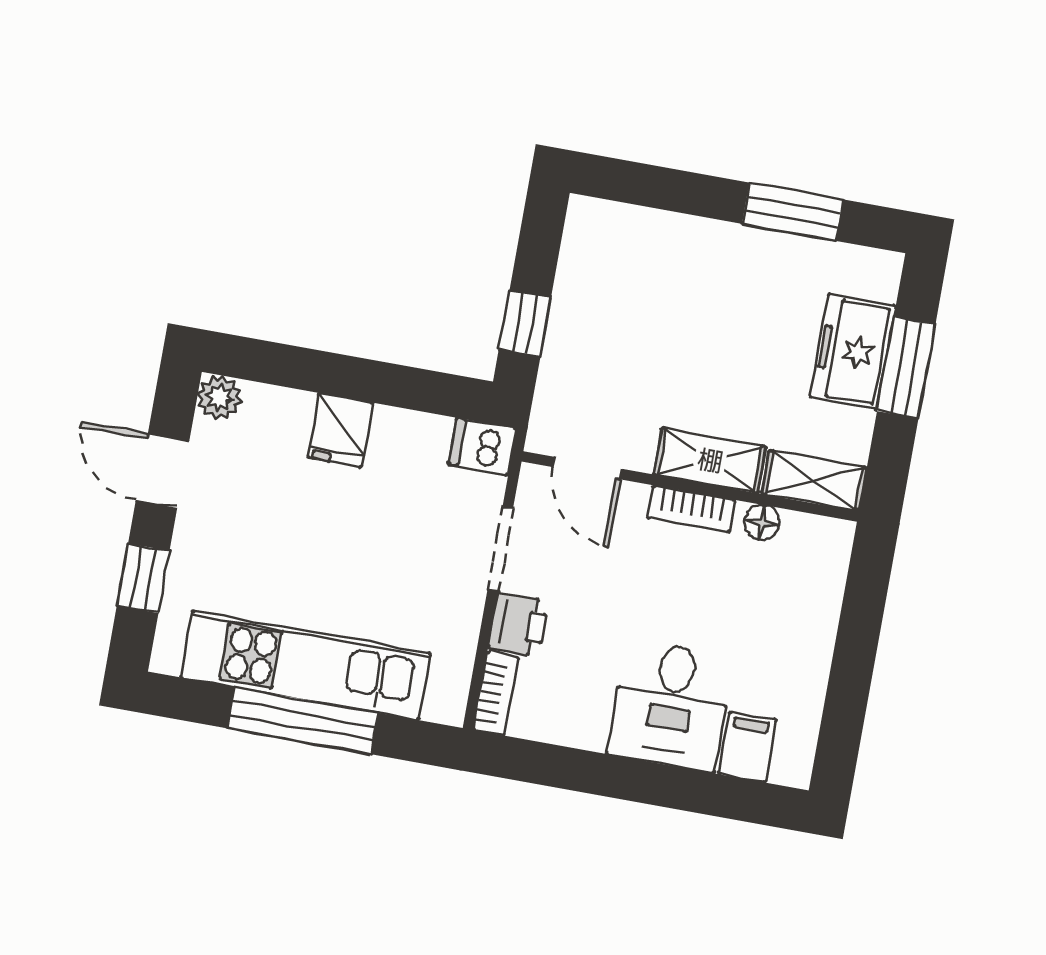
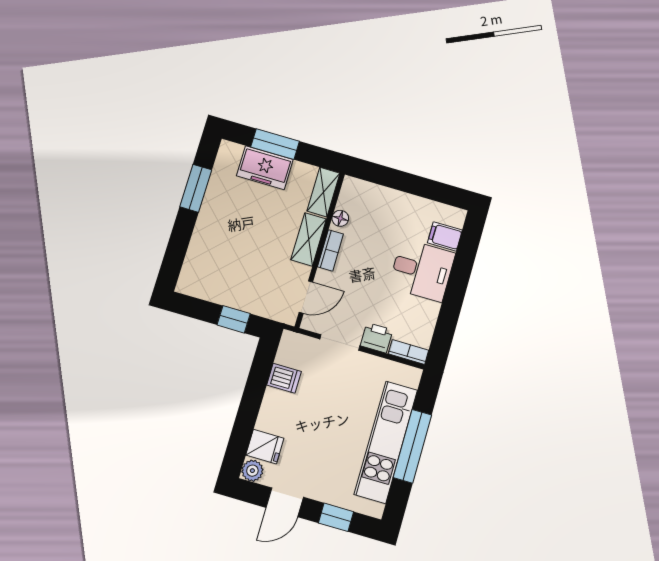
fridge: (340, 430) -> (265, 447), moved
dishwasher: (482, 447) -> (284, 378), moved, turned -90

